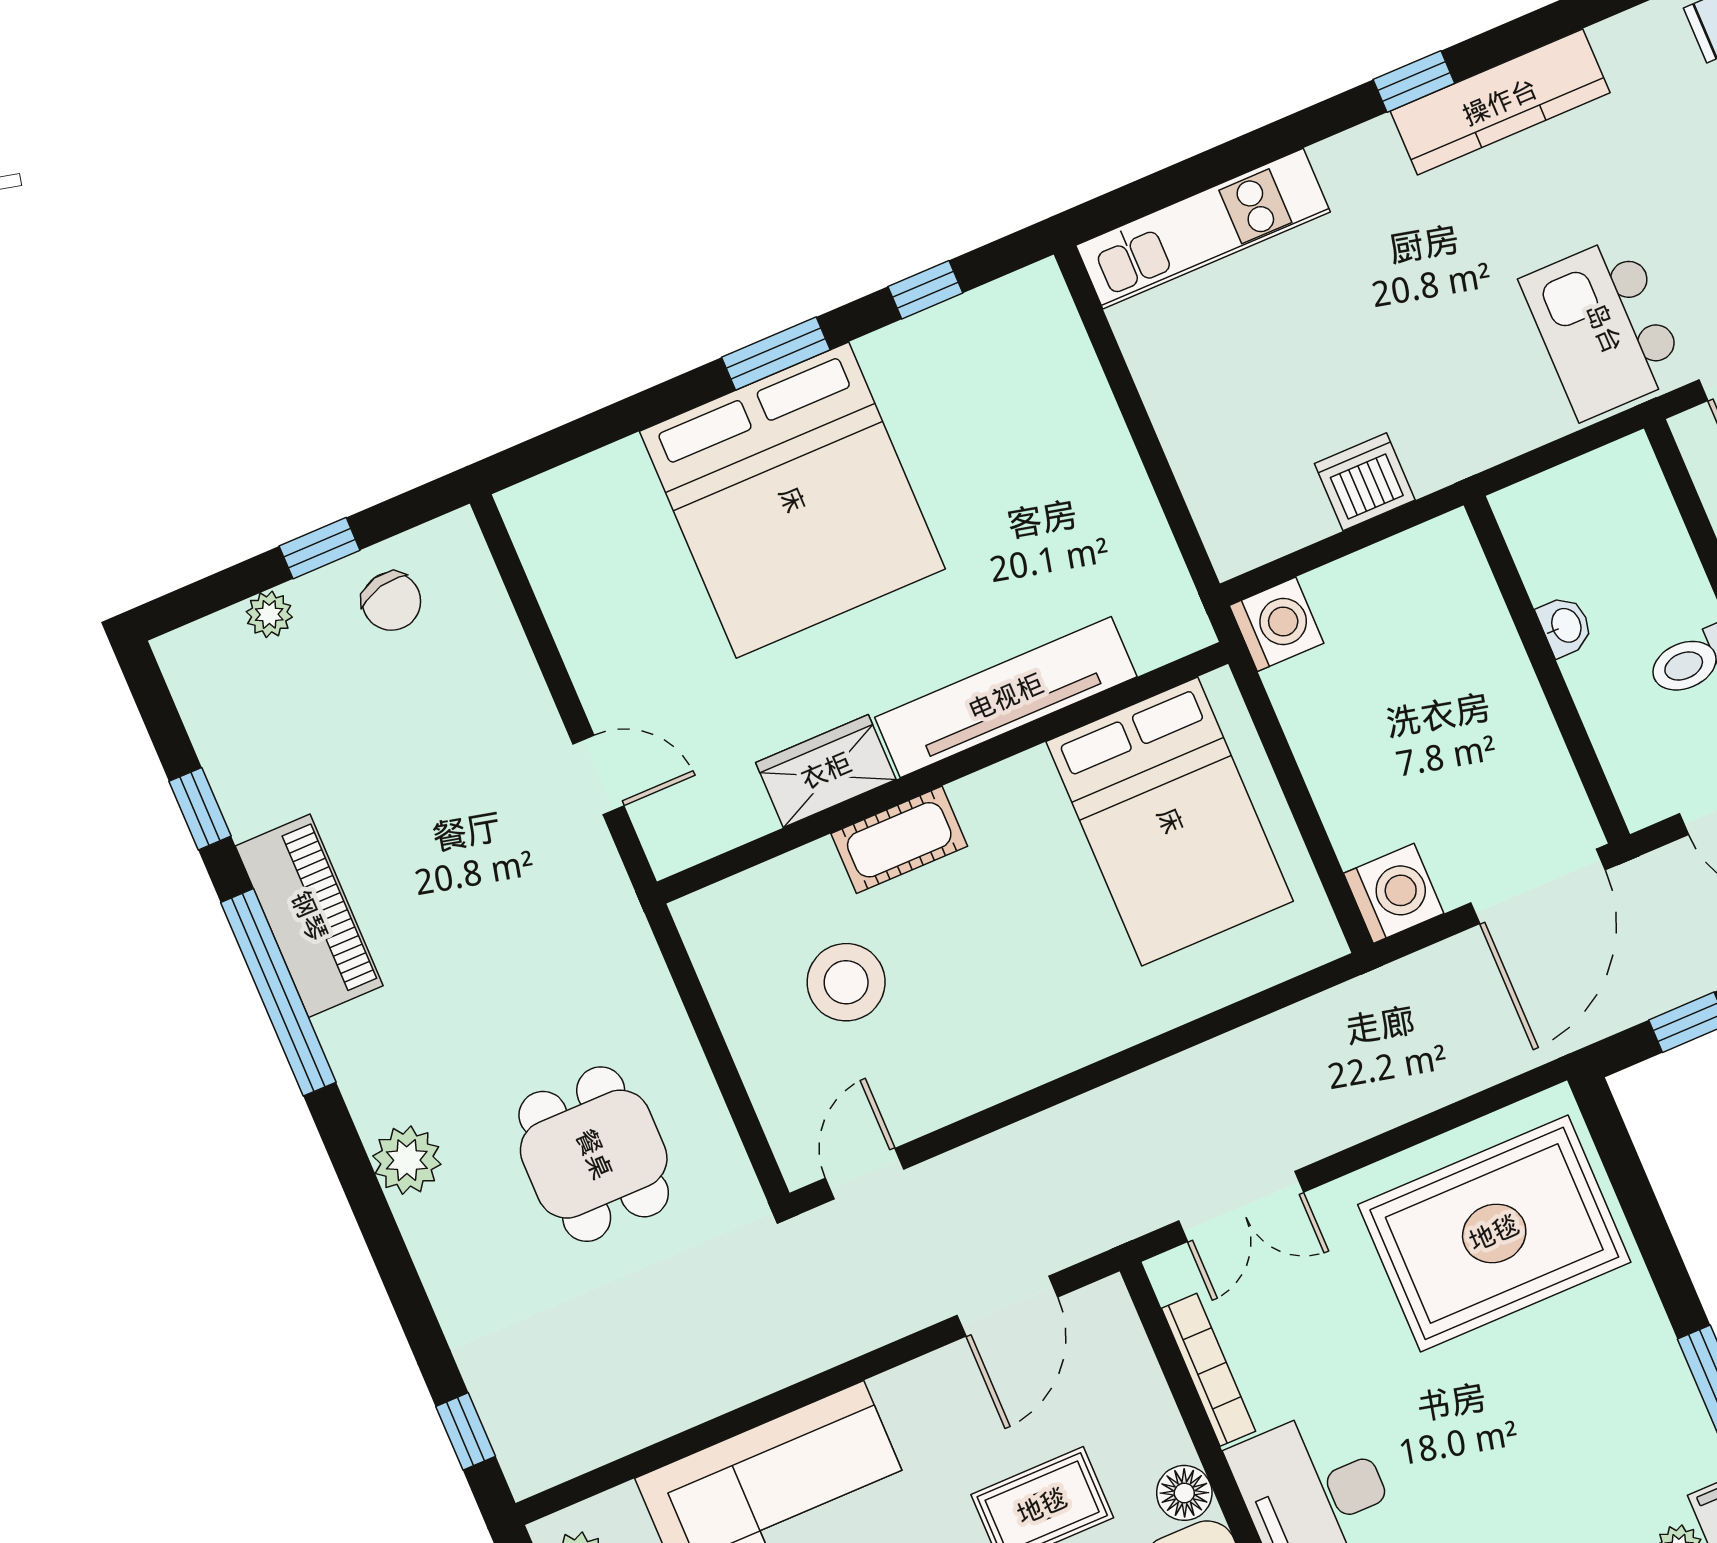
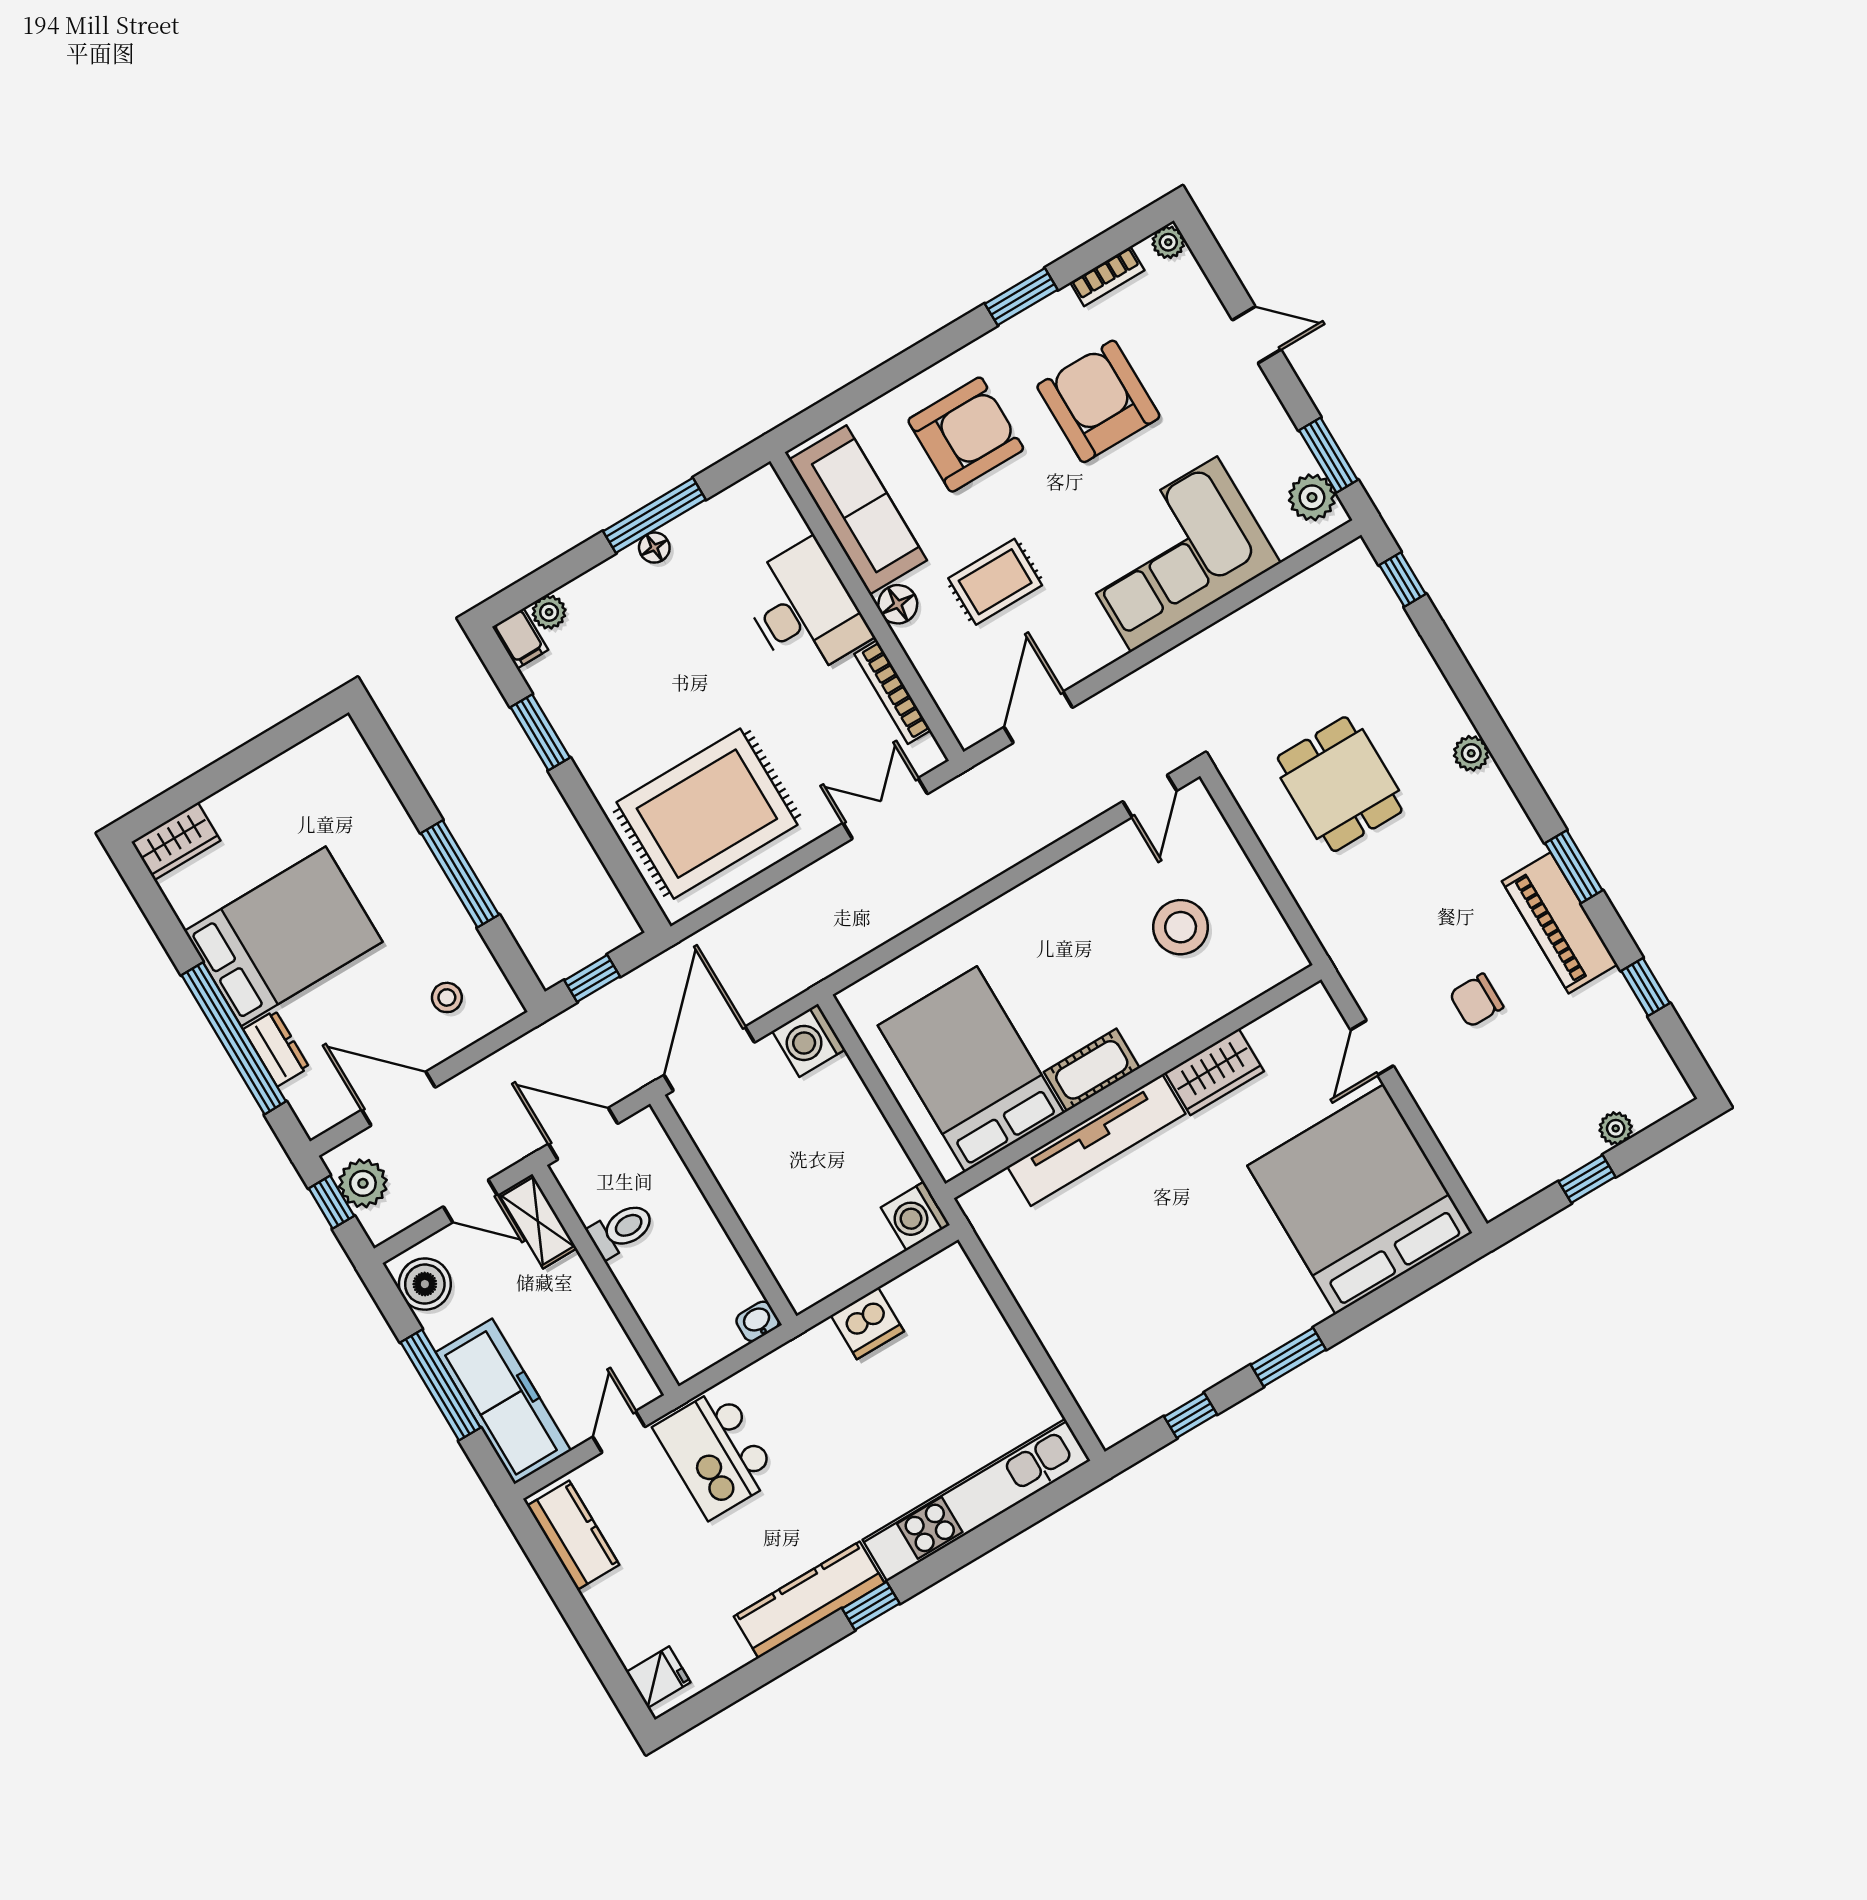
kitchen unit: (1203, 229) -> (976, 1500), width x1.36
kitchen island: (1604, 328) -> (716, 1453), turned 180
bed: (792, 500) -> (1360, 1199), moved
chair: (391, 601) -> (1476, 1000), moved, turned -77
washbasin: (1565, 626) -> (758, 1321), moved, turned 90
door: (598, 775) -> (1372, 1048), hinge flipped
cot: (899, 840) -> (1092, 1070), moved
window: (278, 992) -> (1574, 867), width x0.47
plant: (407, 1160) -> (1471, 753), width x0.73, depth x0.73

